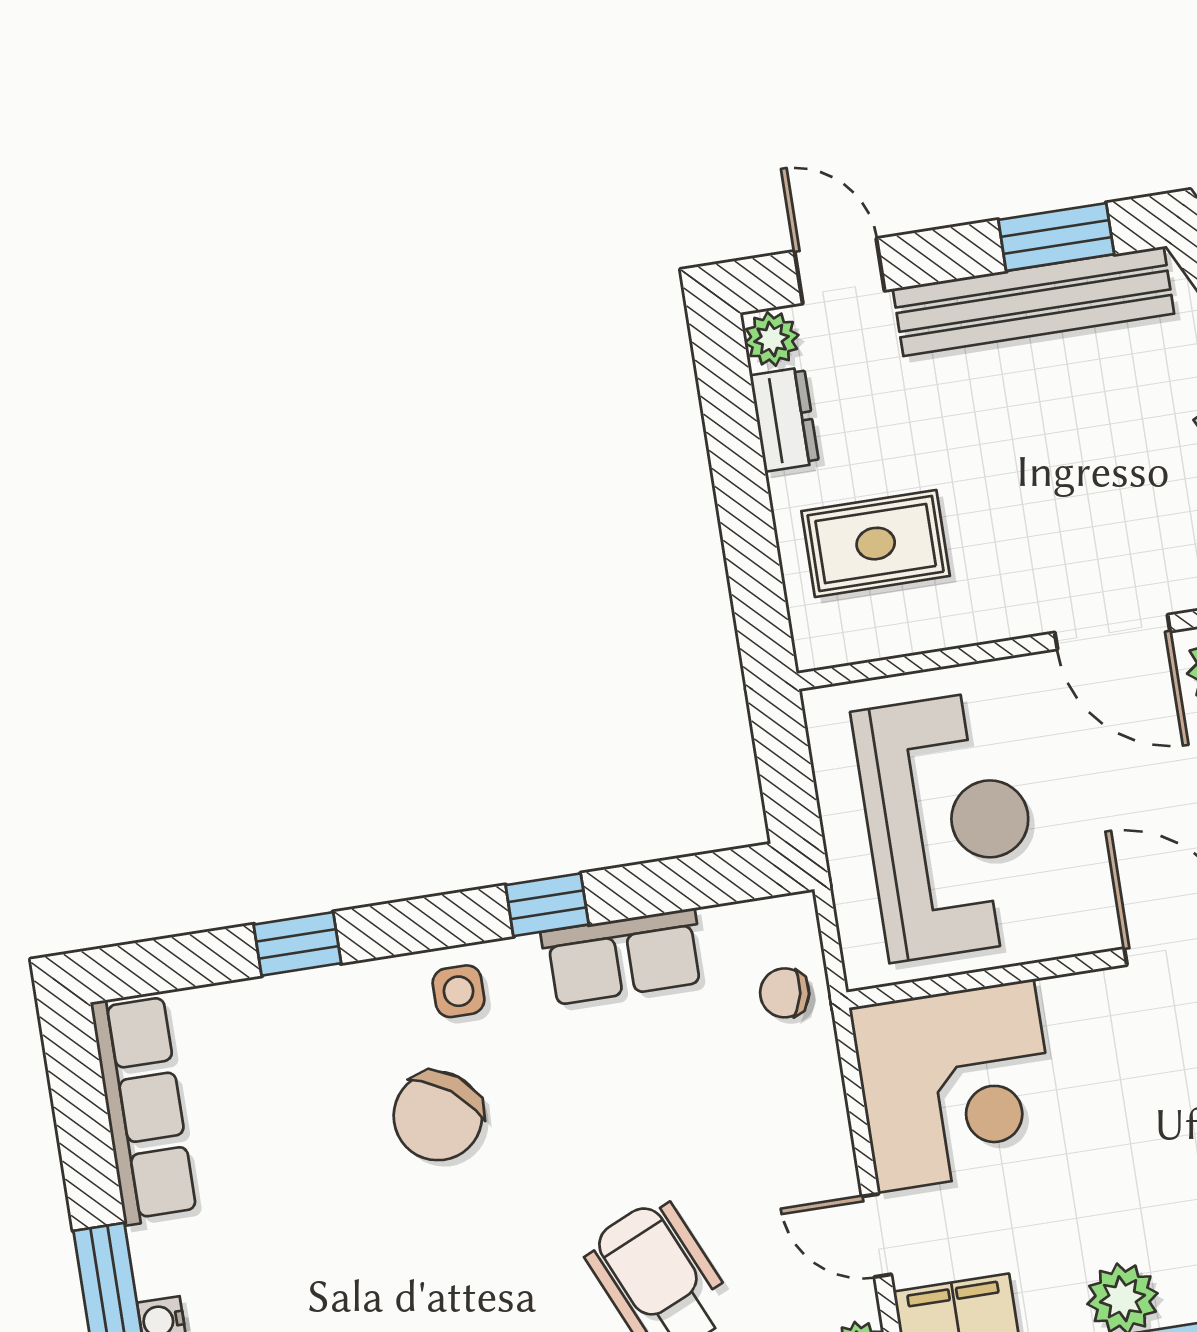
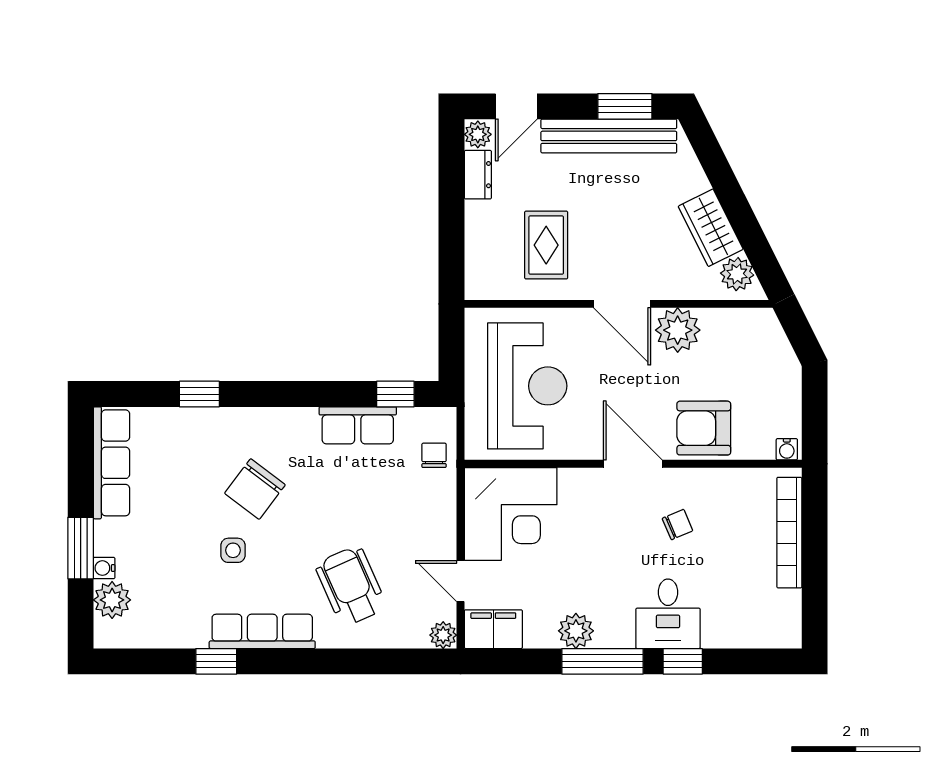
door: (840, 271) -> (516, 106), swing flipped
rug: (876, 544) -> (546, 245), moved, turned 90
window: (547, 905) -> (395, 394), moved
side table: (459, 991) -> (233, 550), moved
chair: (785, 993) -> (434, 455), turned 79

